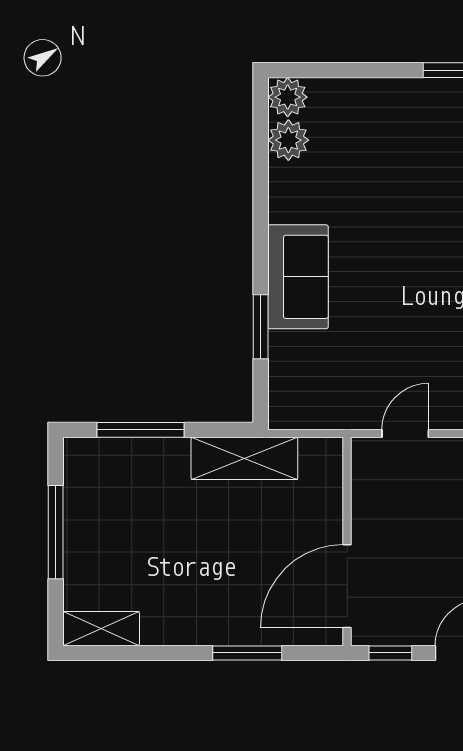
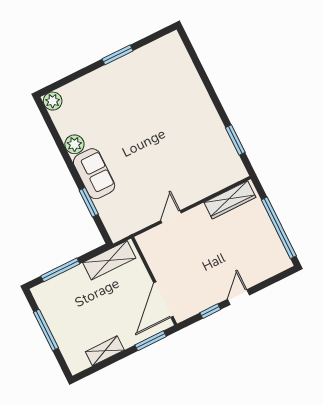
plant: (288, 140) -> (74, 144), moved
wall: (347, 541) -> (154, 281), moved
door: (347, 586) -> (163, 300), moved
shelving: (101, 629) -> (105, 351), moved

